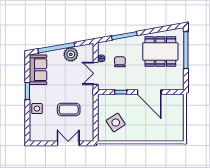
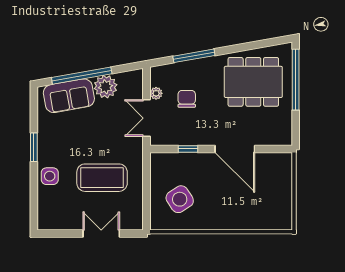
sofa: (38, 70) -> (69, 96), moved, turned 80
coffee table: (69, 109) -> (102, 178), width x1.36, depth x1.32

